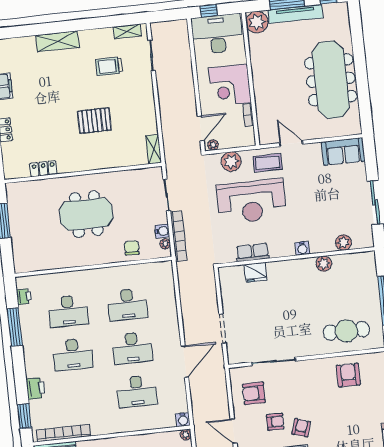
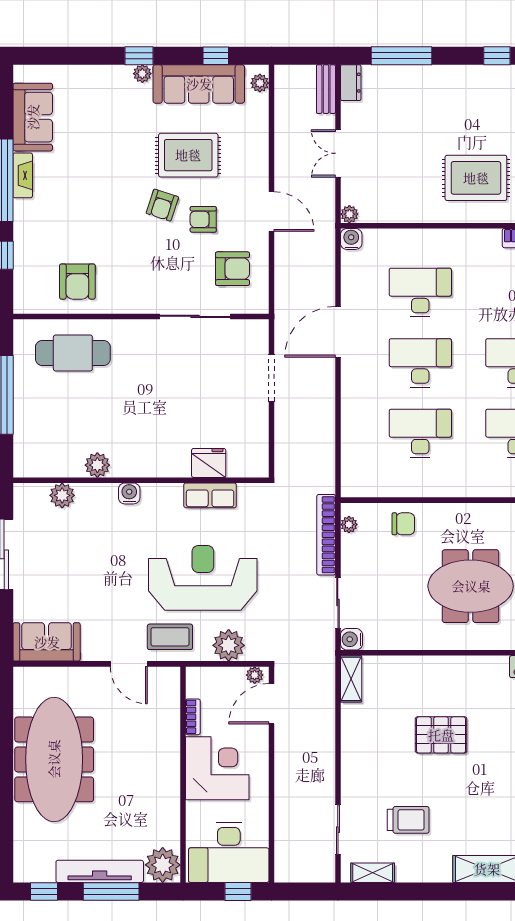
water cooler: (162, 231) -> (351, 639), moved
chair: (132, 248) -> (403, 524), turned -92

